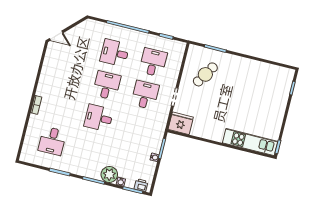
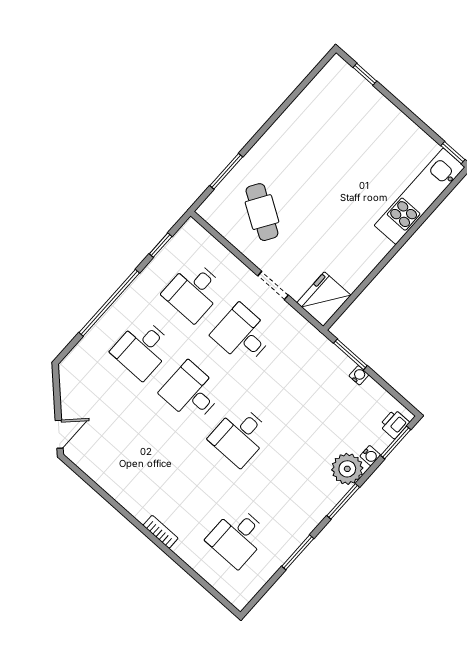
desk: (153, 62) -> (194, 291), turned -90
desk: (52, 141) -> (237, 537), turned 90

